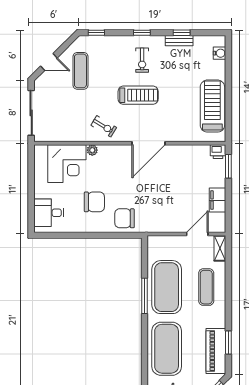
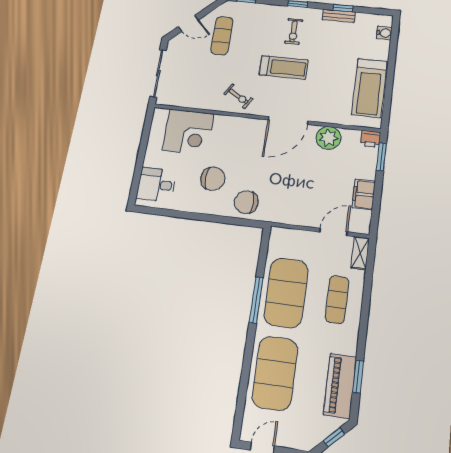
treadmill: (212, 106) -> (369, 88), turned 180
plant: (92, 150) -> (328, 138), moved, width x1.88, depth x1.88

